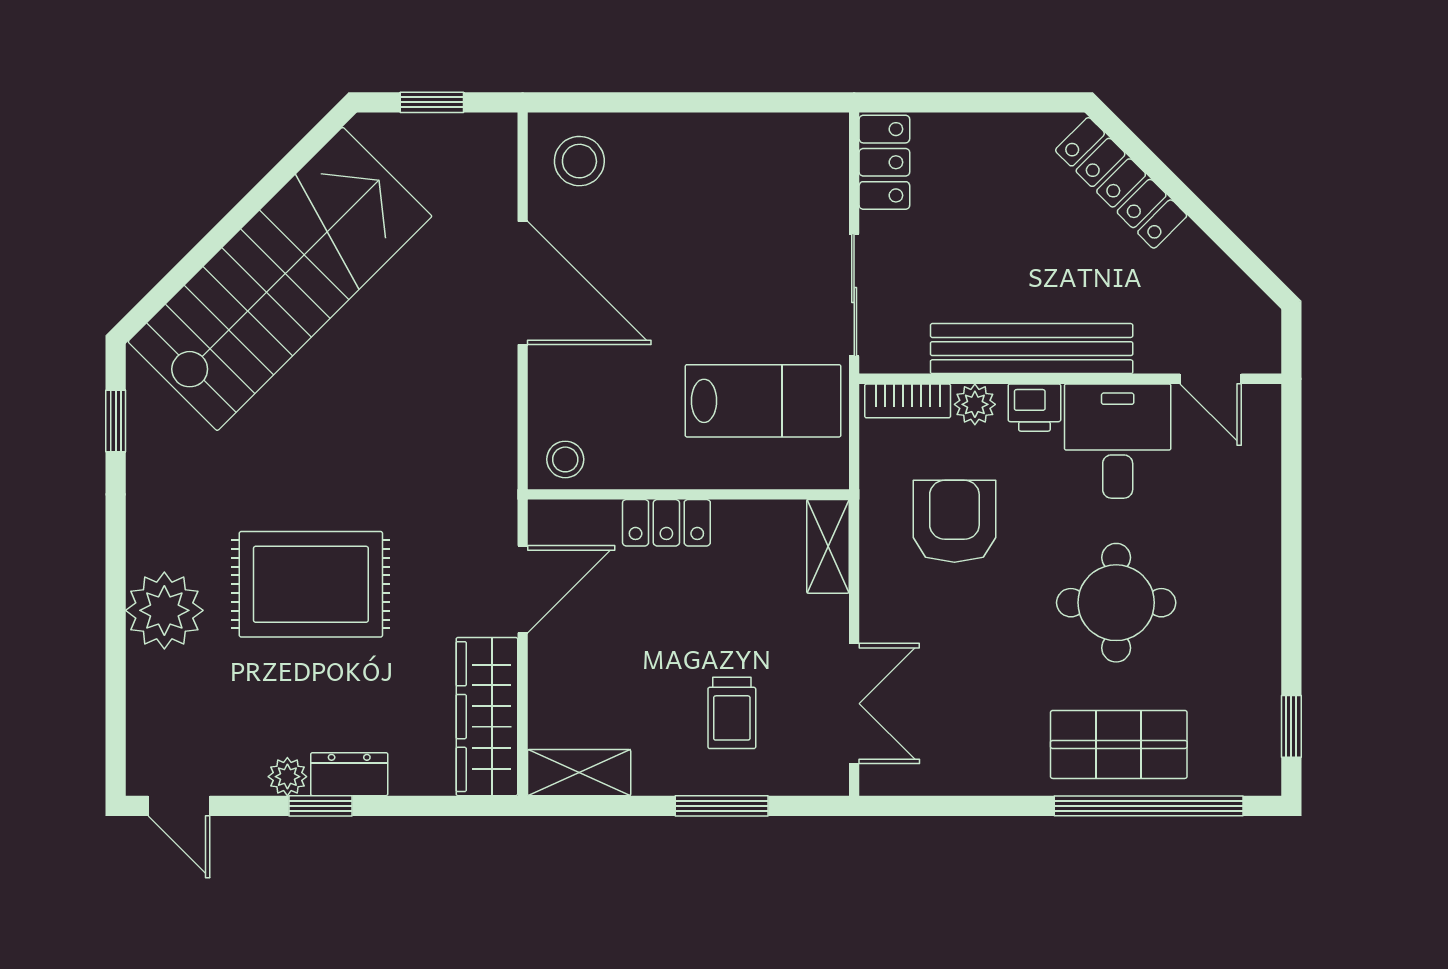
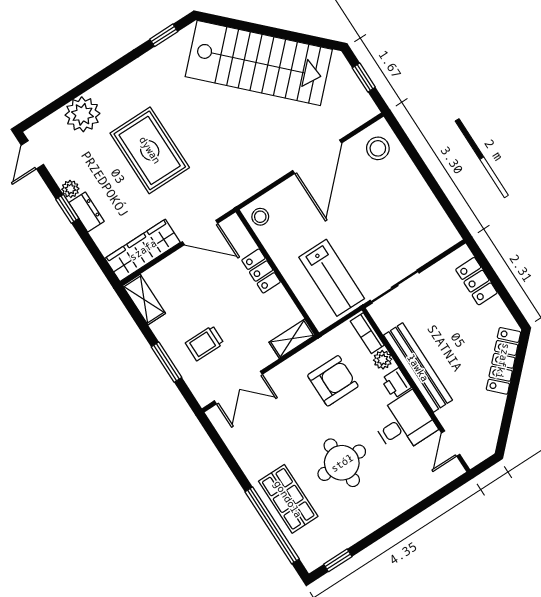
locker: (884, 162) -> (476, 281), moved, turned 90
plant: (164, 610) -> (82, 114), moved

